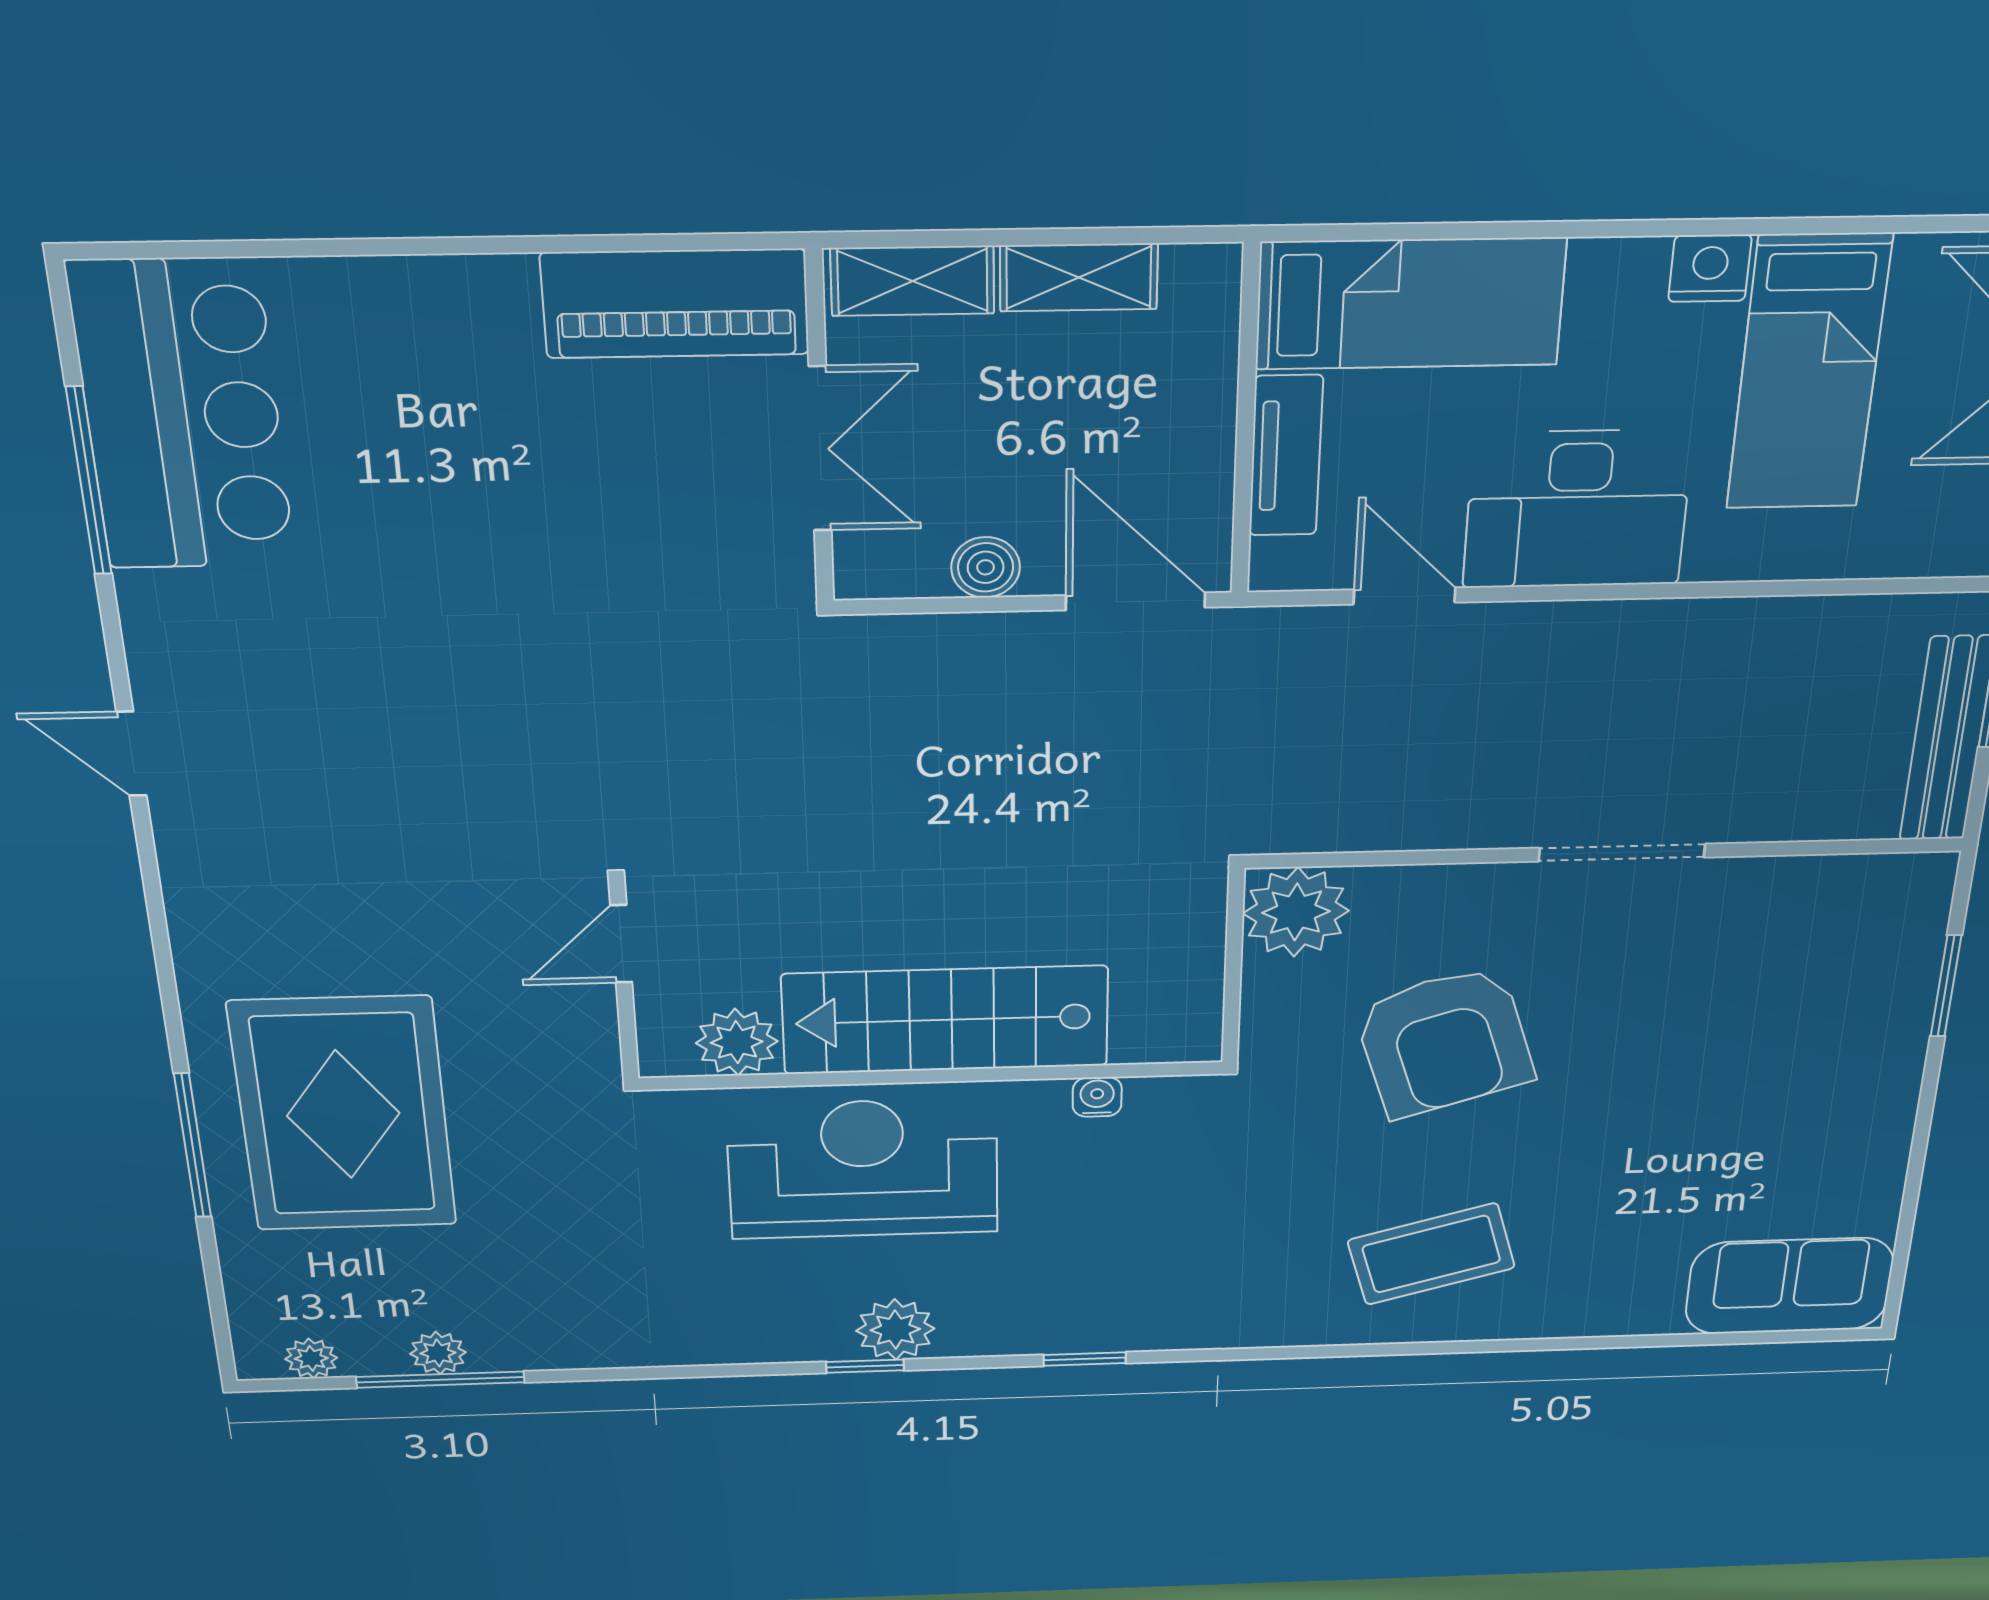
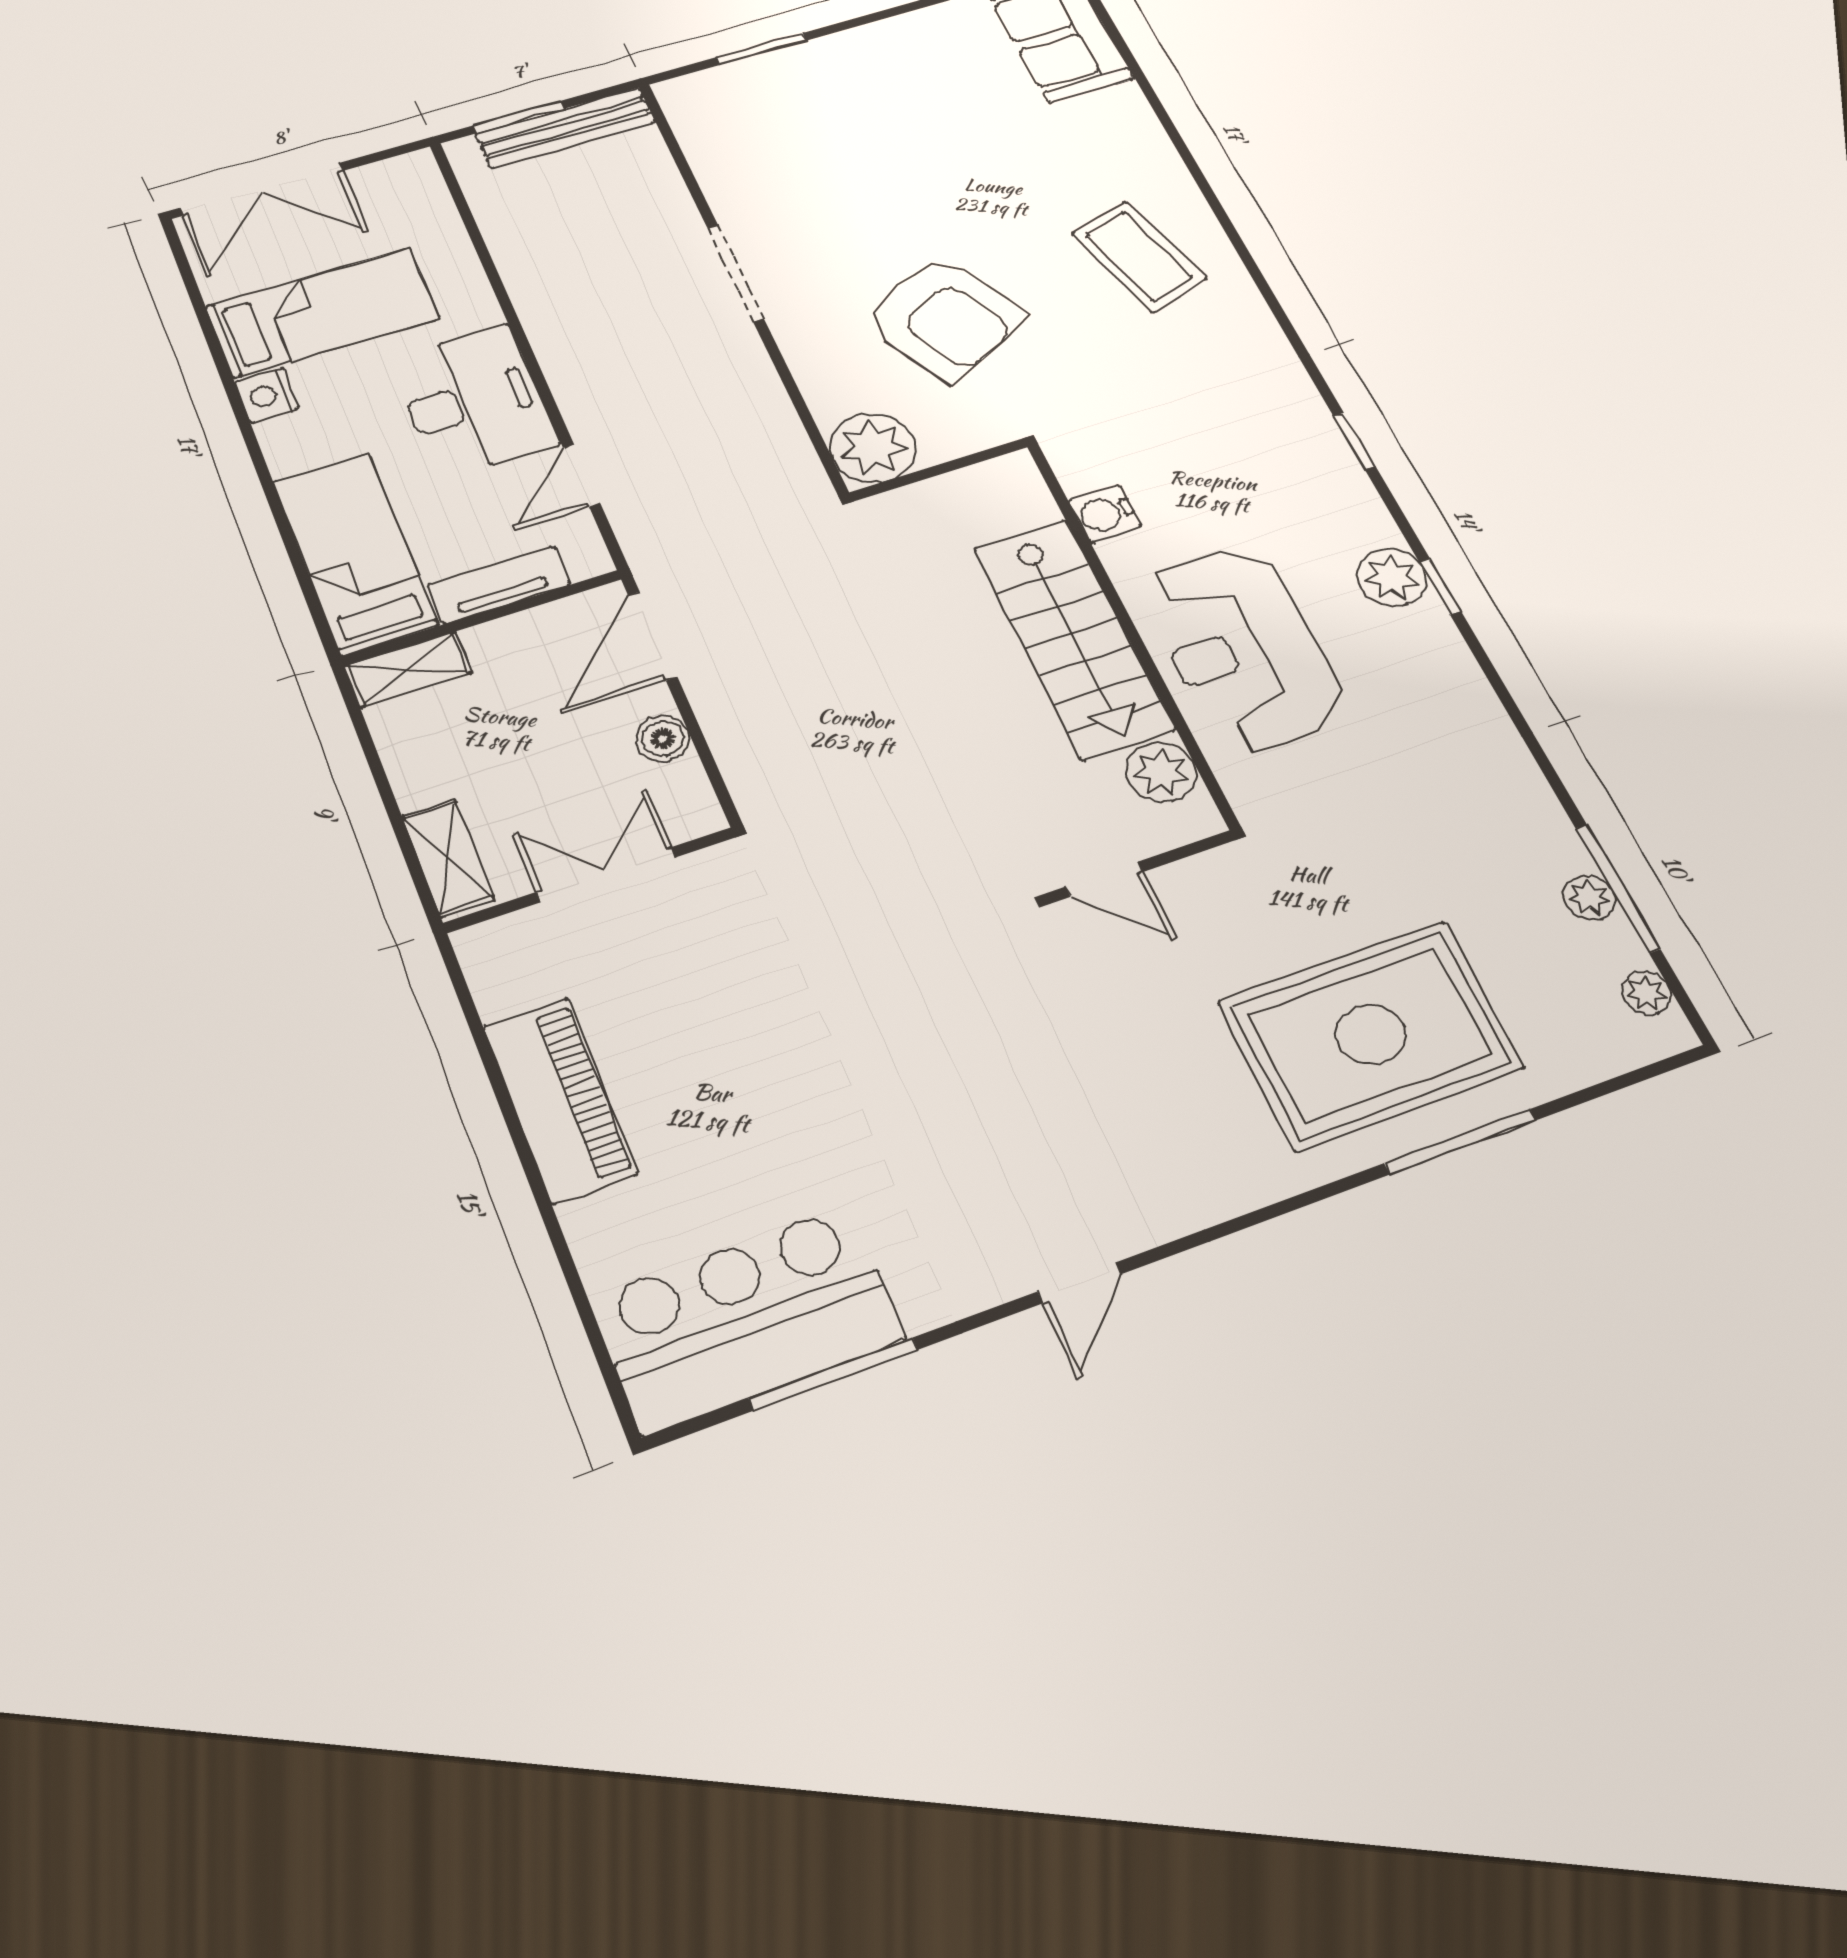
shelving: (1079, 277) -> (408, 669), moved, turned 90
piano: (675, 304) -> (560, 1100), moved
armchair: (1444, 1042) -> (944, 318), turned 81
water cooler: (1097, 1097) -> (1105, 514), width x1.38, depth x1.38

